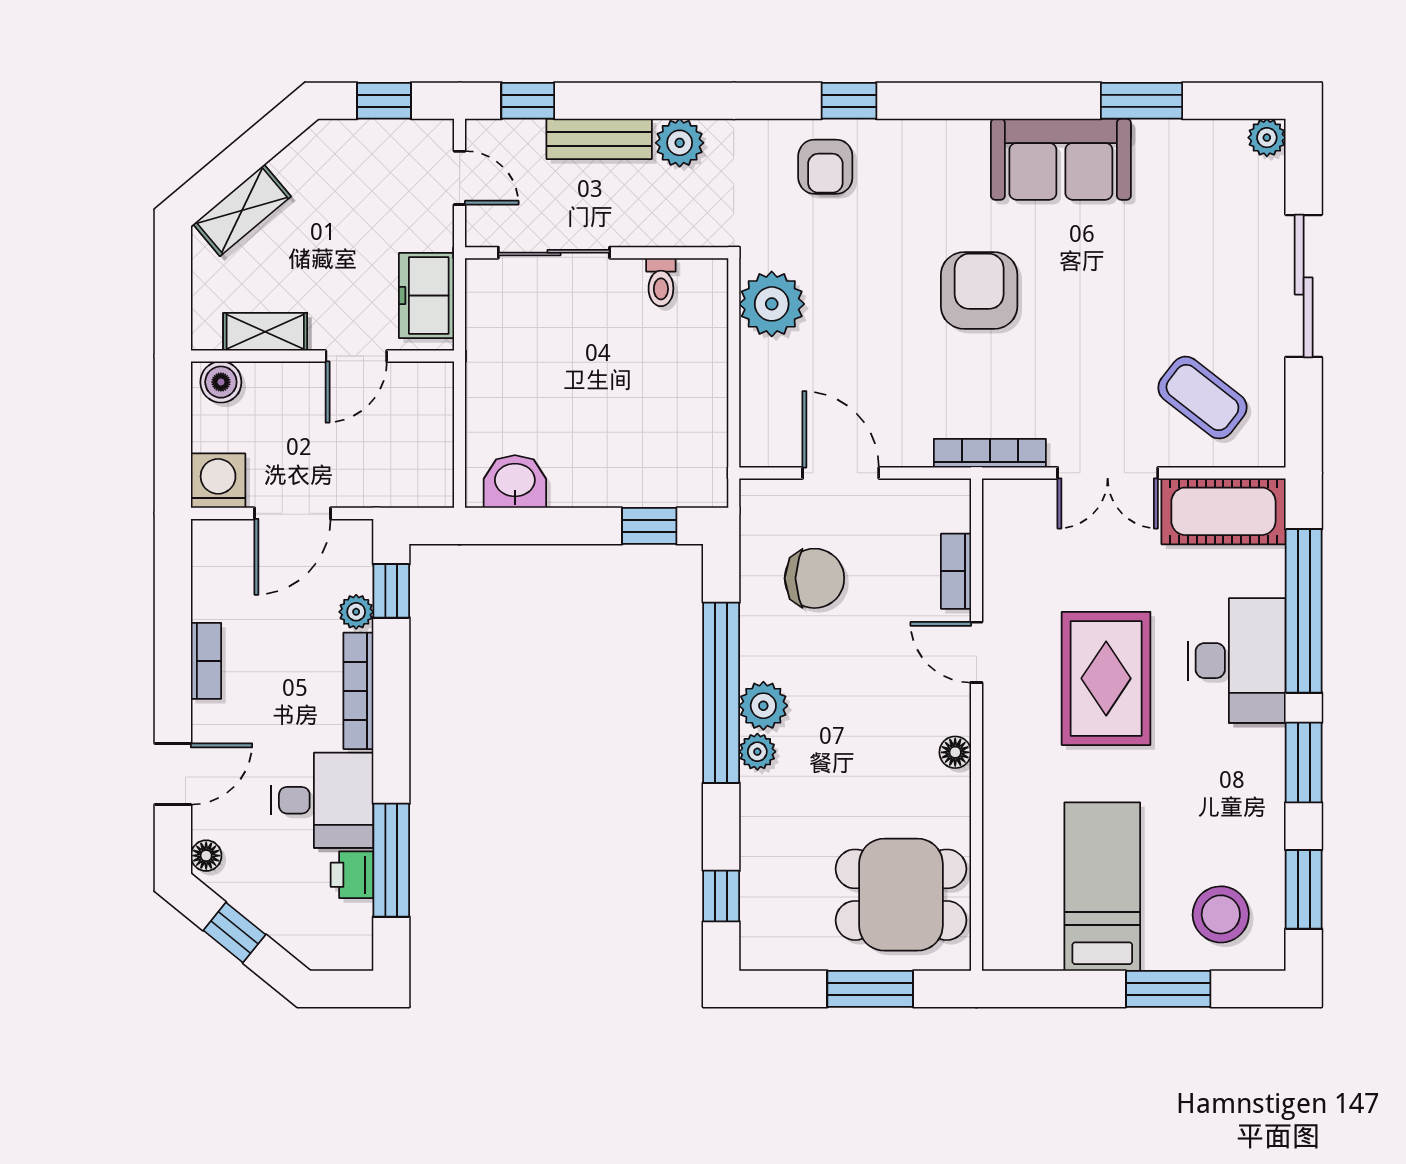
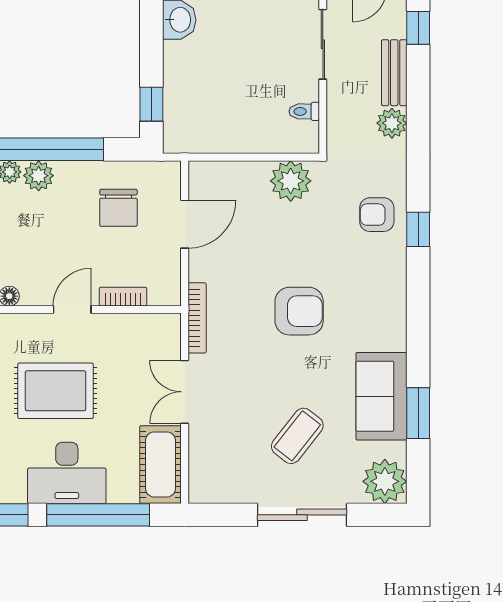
plant: (1267, 138) -> (385, 481), width x1.87, depth x1.87
sofa: (1061, 159) -> (381, 396), moved
coffee table: (1202, 398) -> (297, 436), moved

